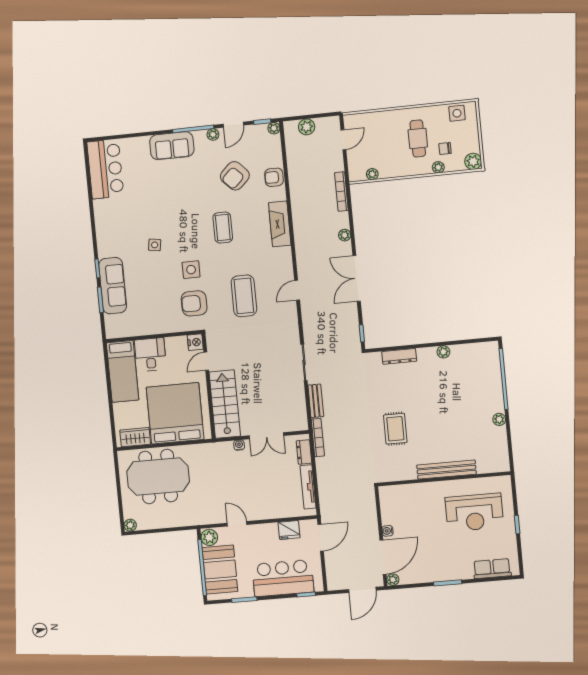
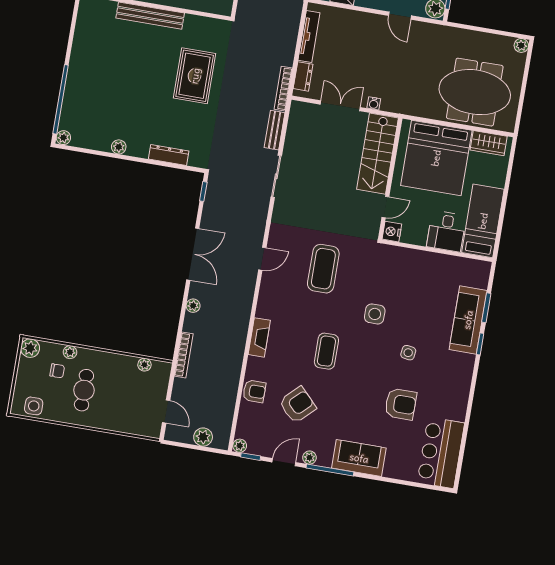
door: (343, 140) -> (166, 412), swing flipped
fireplace: (280, 224) -> (259, 337), width x0.73, depth x0.76
armchair: (194, 303) -> (401, 404), moved
plant: (499, 419) -> (63, 138), moved
rug: (395, 429) -> (195, 76), width x1.36, depth x1.43

